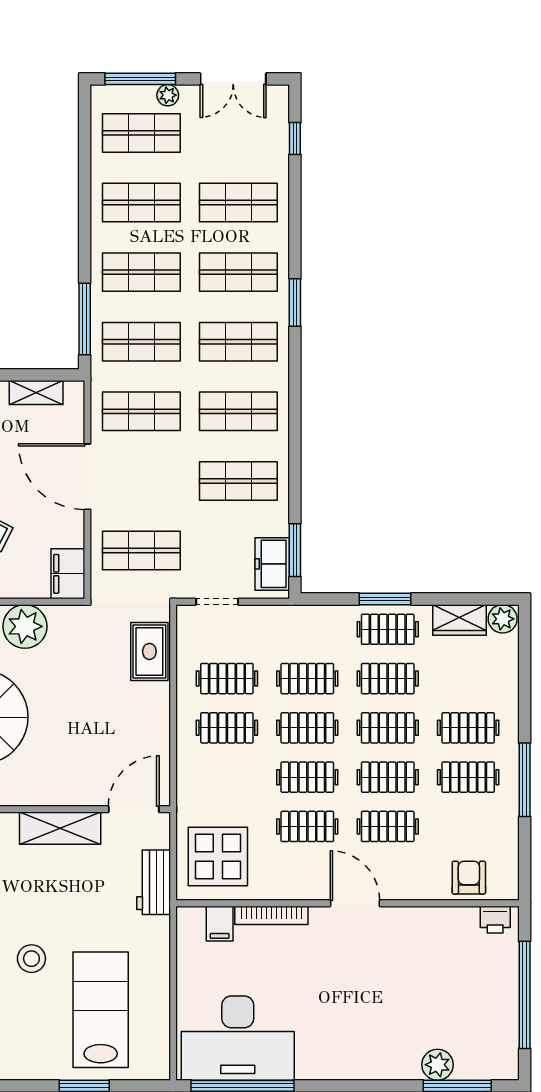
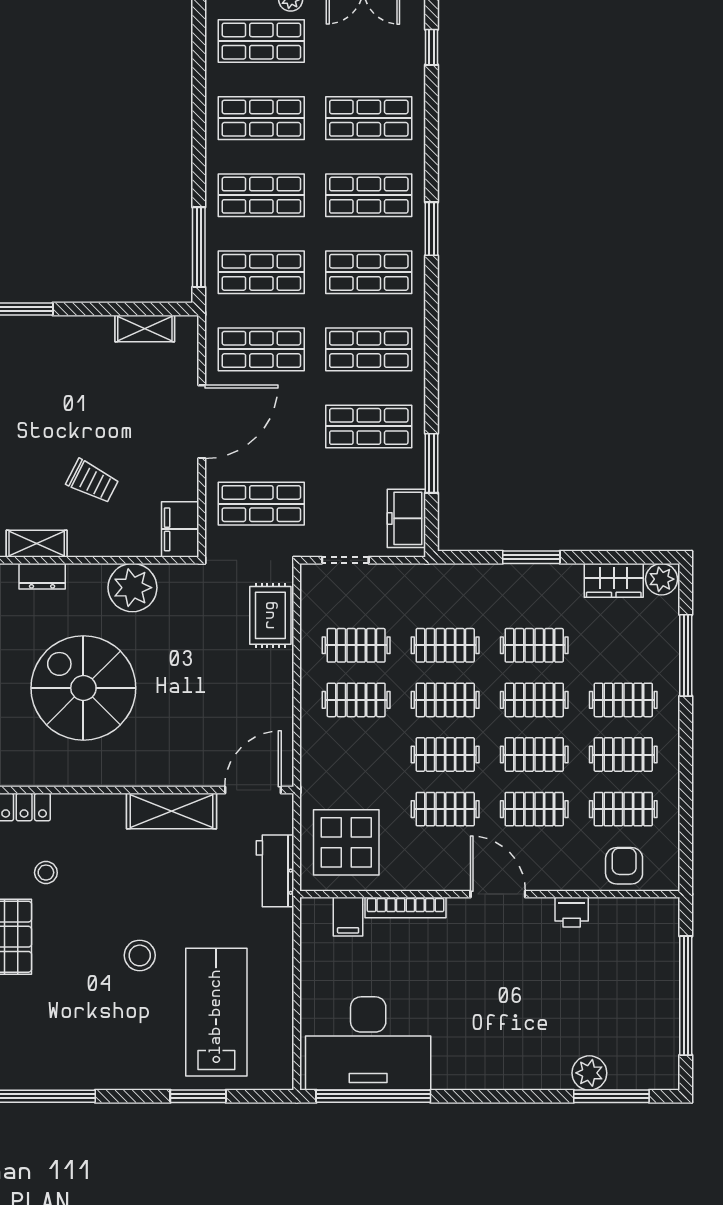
door: (87, 477) -> (202, 422), swing flipped
window: (295, 550) -> (431, 463), moved
clothes rail: (388, 629) -> (623, 809), moved
window: (525, 780) -> (686, 655), moved
printer: (495, 920) -> (572, 912), moved

